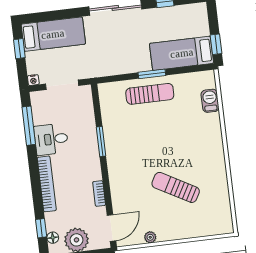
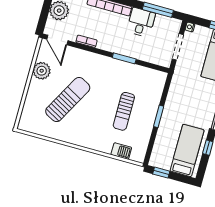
bed: (182, 53) -> (187, 150), moved
sun lounger: (150, 94) -> (124, 111), moved
sun lounger: (176, 187) -> (68, 99), width x1.36, depth x1.34
plant: (150, 237) -> (42, 71), width x1.88, depth x1.88

